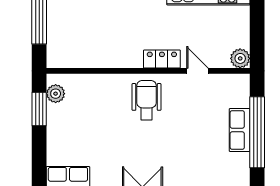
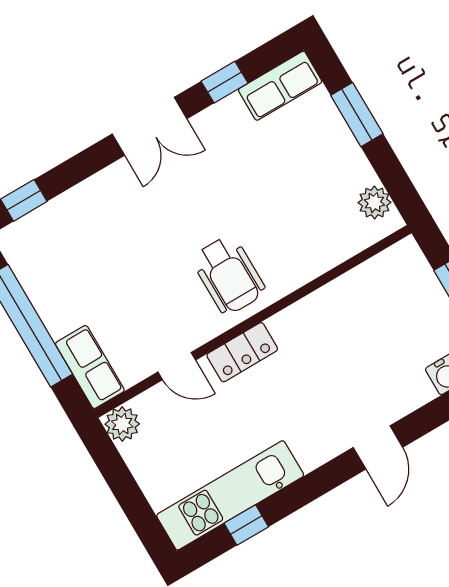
window: (39, 109) -> (357, 115), moved
row of seats: (240, 130) -> (90, 367), moved

